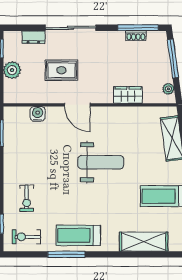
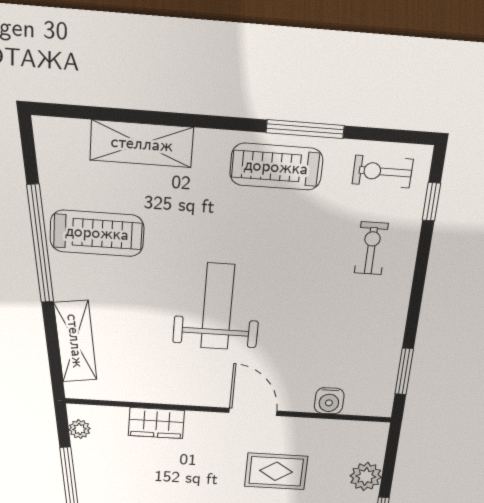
weight bench: (101, 162) -> (218, 307), turned 90
treadmill: (78, 235) -> (276, 167), turned 180
exercise bike: (26, 237) -> (383, 172), turned 180

